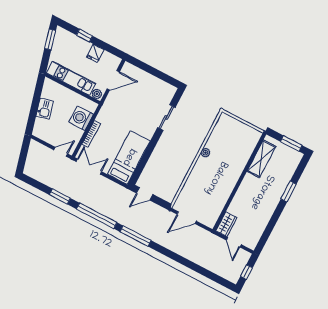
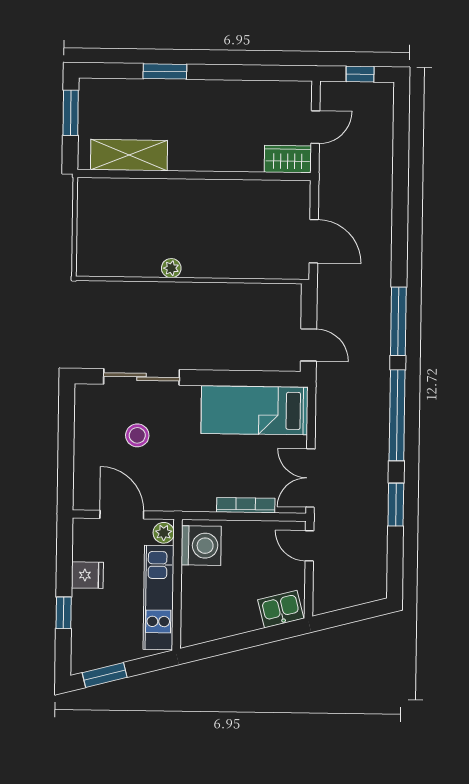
stool: (143, 103) -> (137, 435), added
kitchen sink: (45, 109) -> (281, 609), moved
sliding door: (166, 117) -> (142, 377), width x1.37
washing machine: (81, 118) -> (201, 546), moved, turned -90

